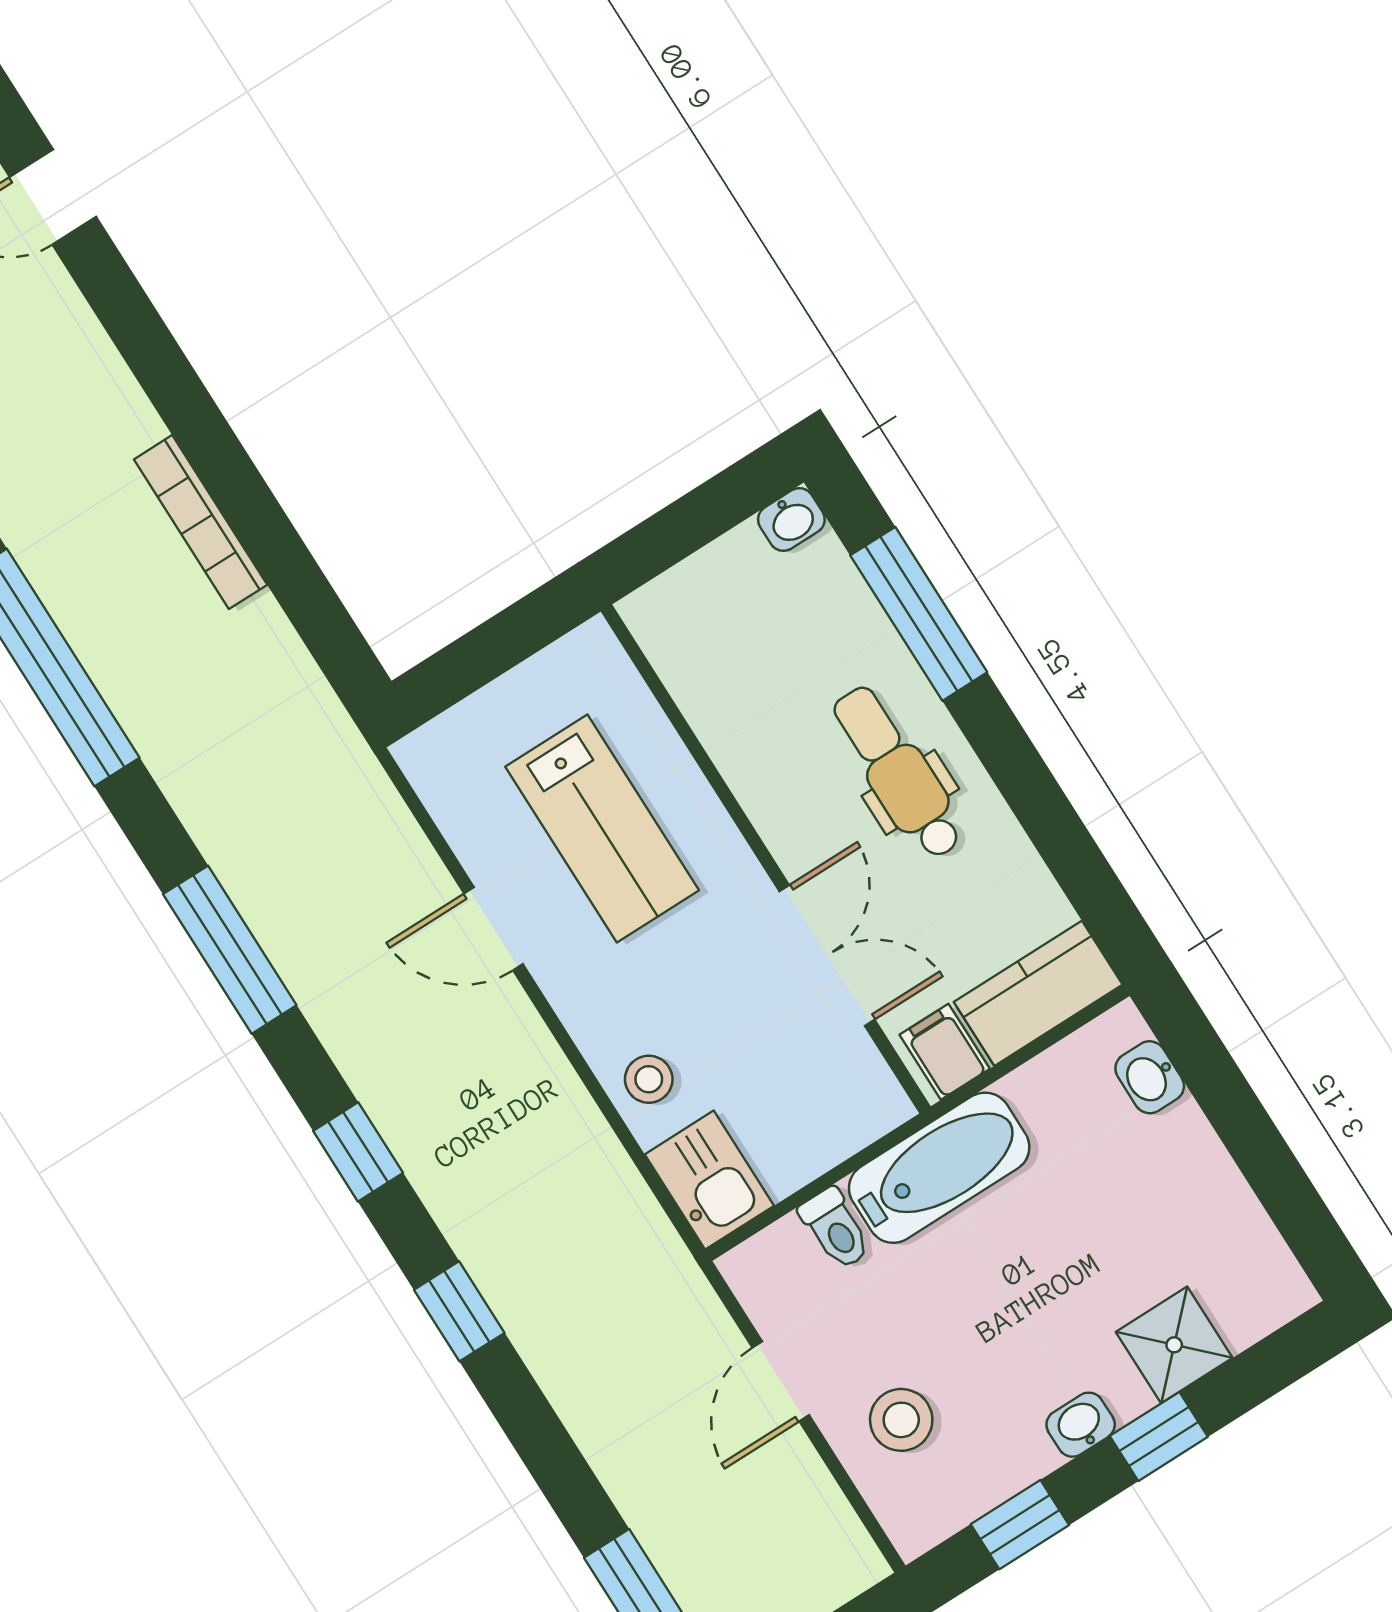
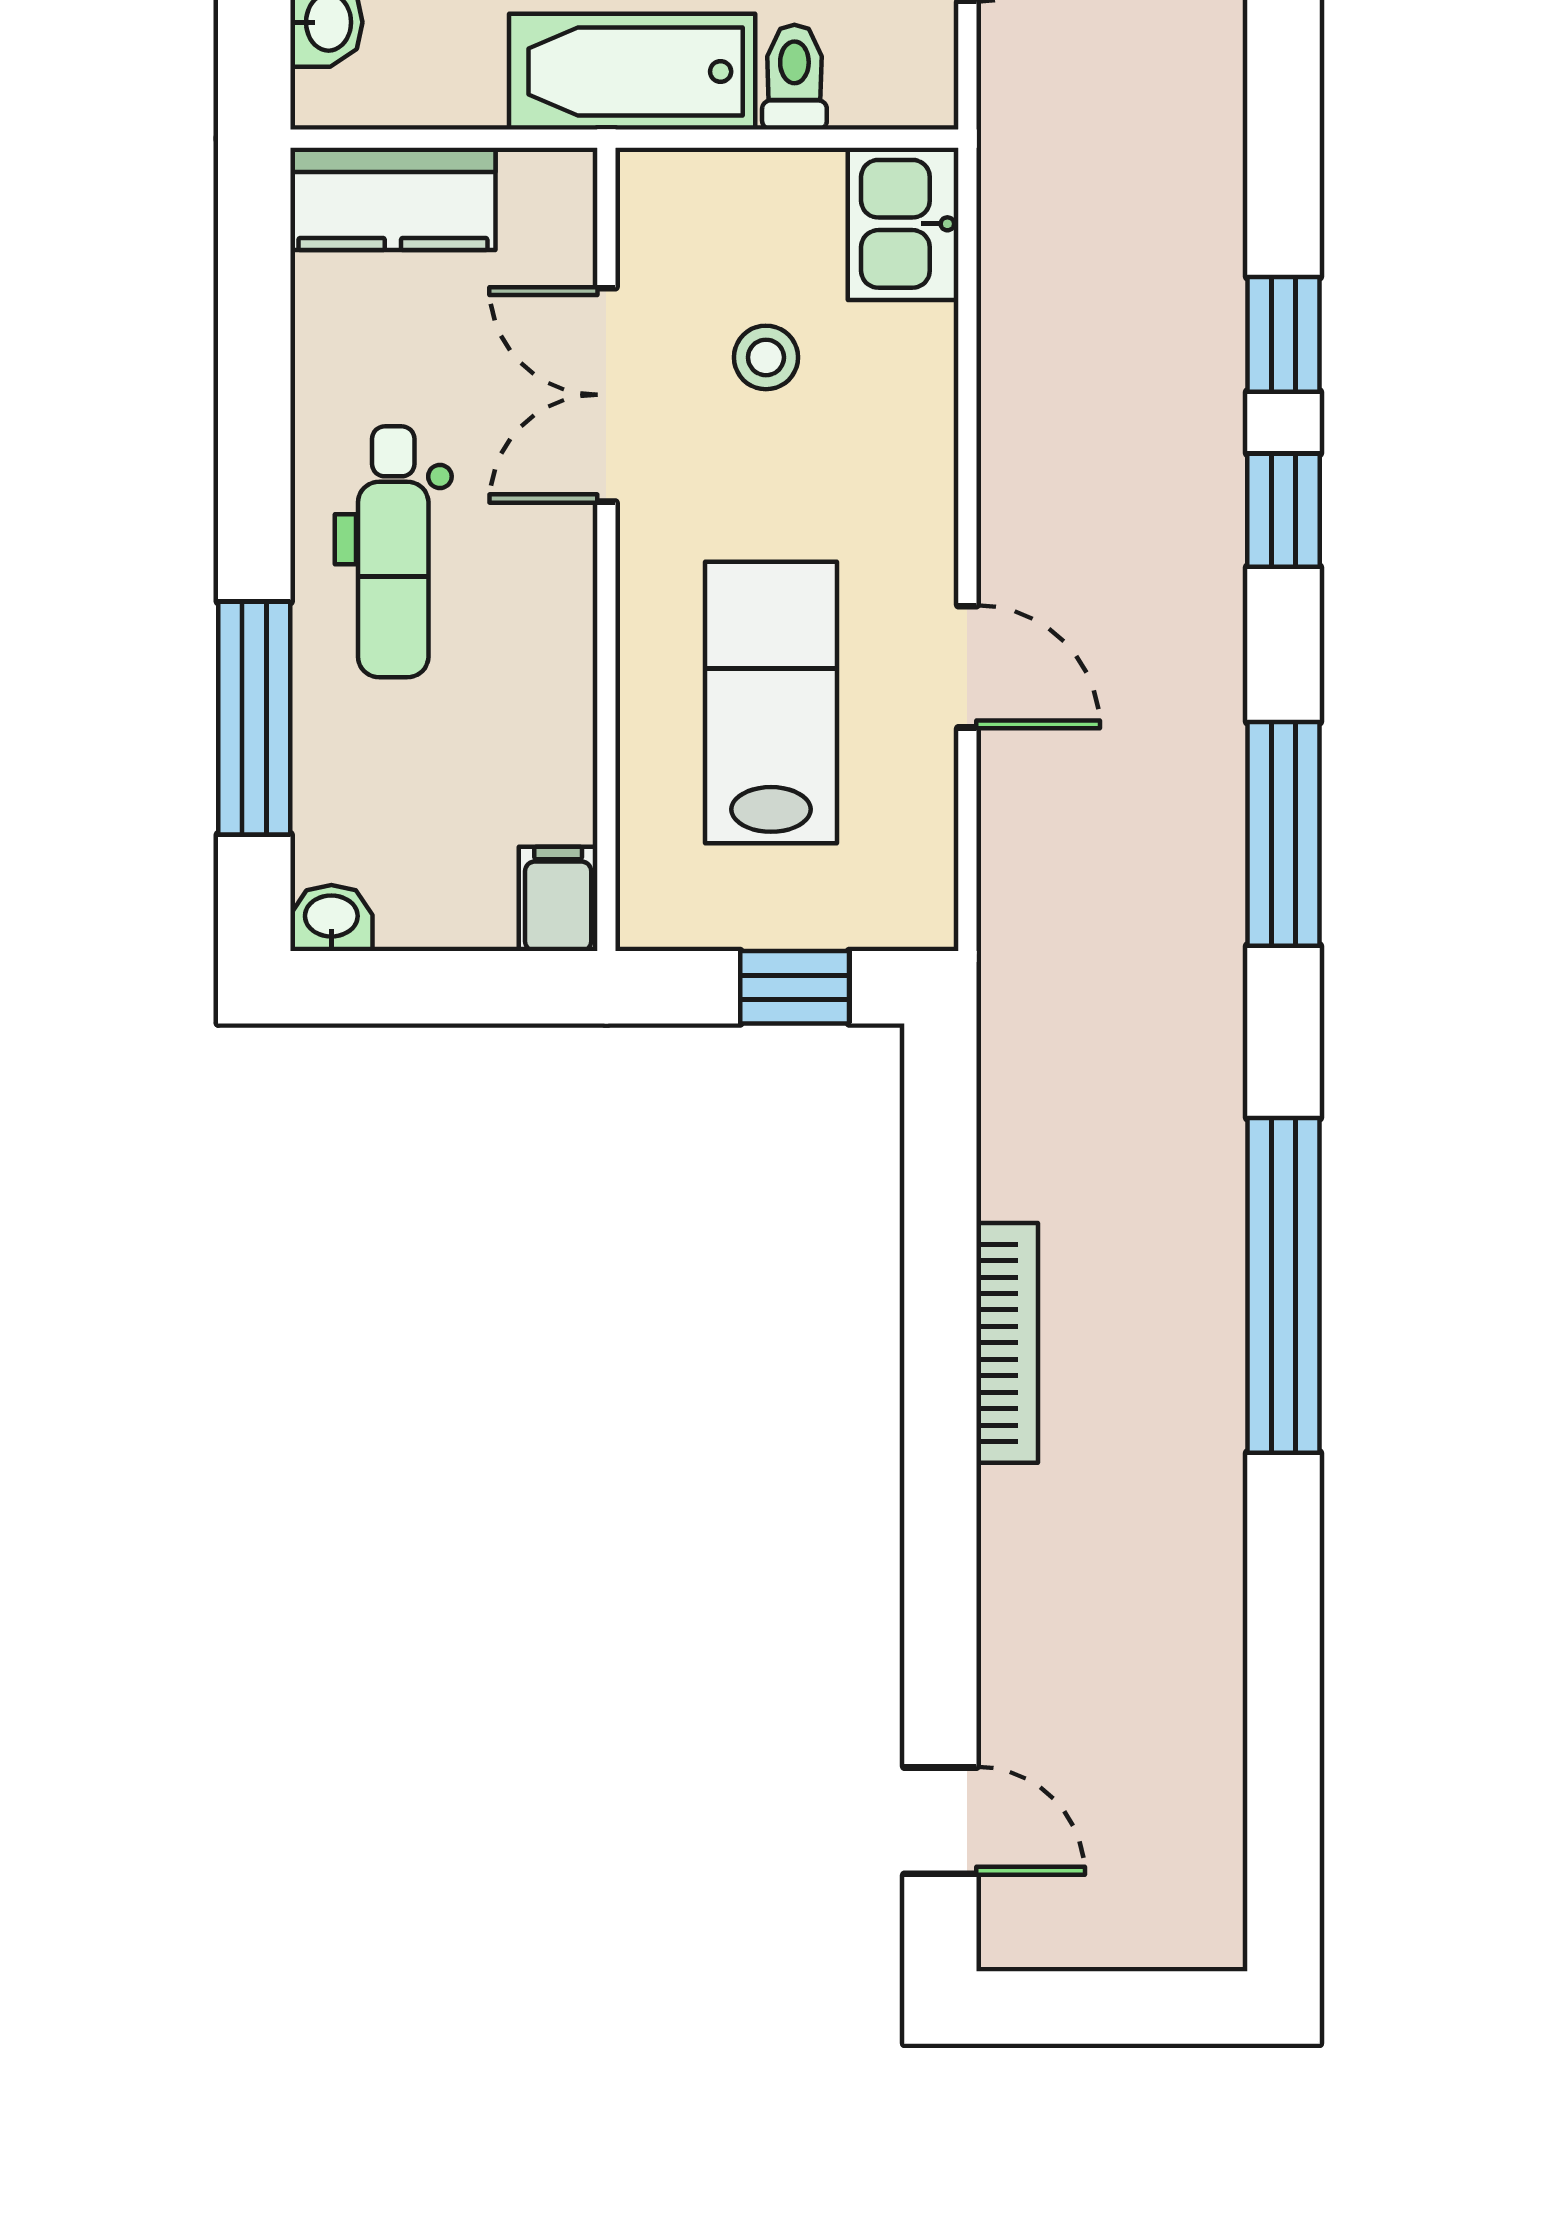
window: (474, 660) -> (795, 987), added
filing cabinet: (945, 1052) -> (558, 899), moved, turned 180
stool: (649, 1079) -> (766, 357), moved
window: (459, 1311) -> (1283, 334), moved

